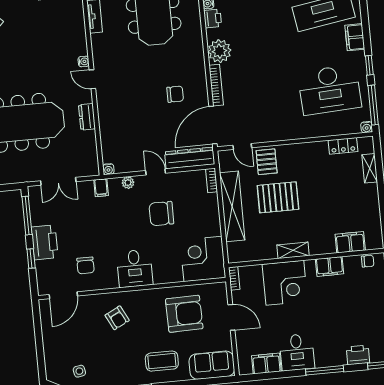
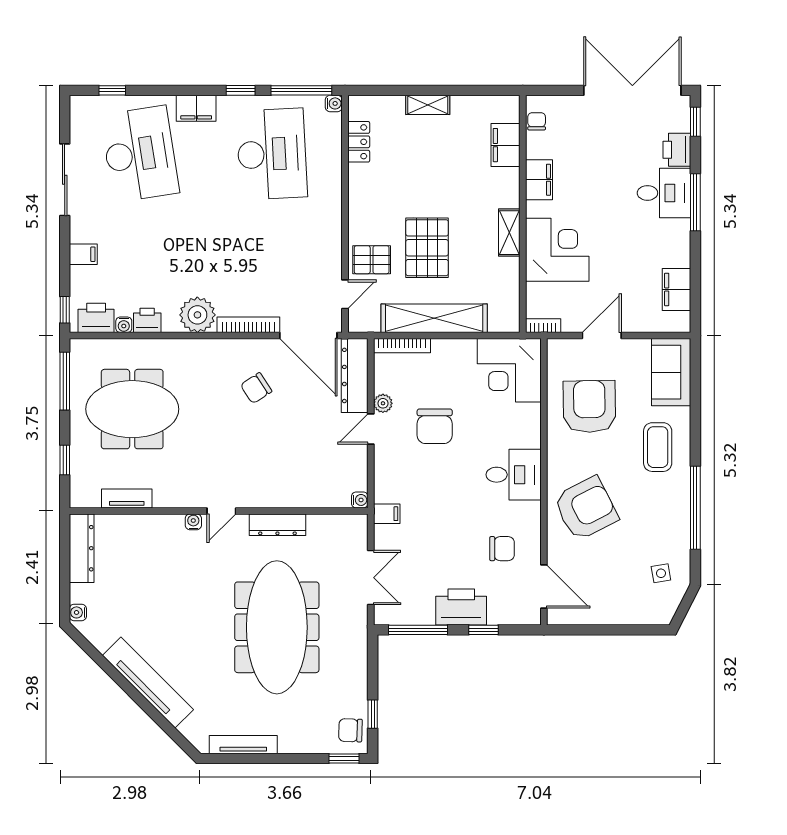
chair: (175, 94) -> (256, 388), turned -123
dresser: (87, 117) -> (277, 525), width x1.44
shelving: (370, 168) -> (428, 105), moved
bookcase: (212, 180) -> (402, 346), width x1.56
plant: (128, 183) -> (383, 403), moved
armchair: (117, 318) -> (586, 508), width x1.88, depth x1.88
desk: (297, 352) -> (664, 193), moved

